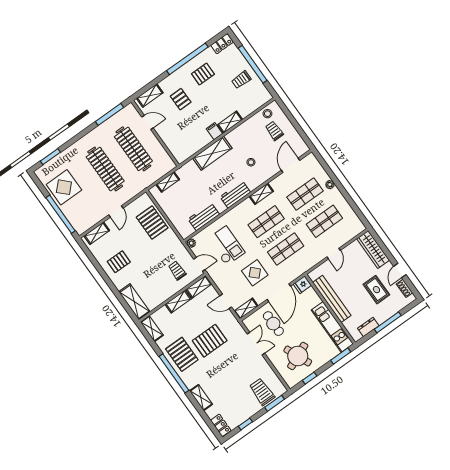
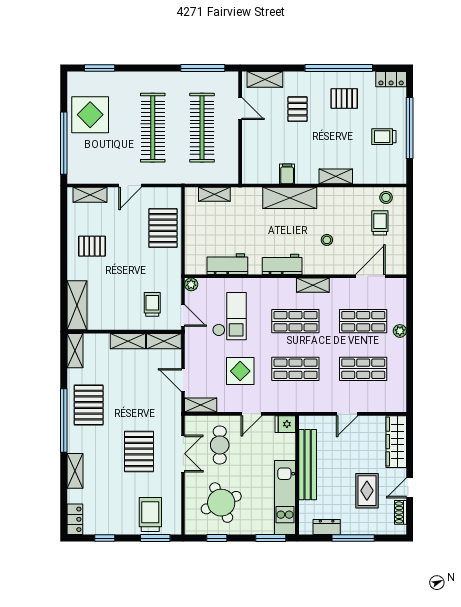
filing cabinet: (214, 131) -> (287, 174), moved
door: (279, 293) -> (251, 414), width x0.53
pallet: (210, 341) -> (139, 452), moved, turned 90

